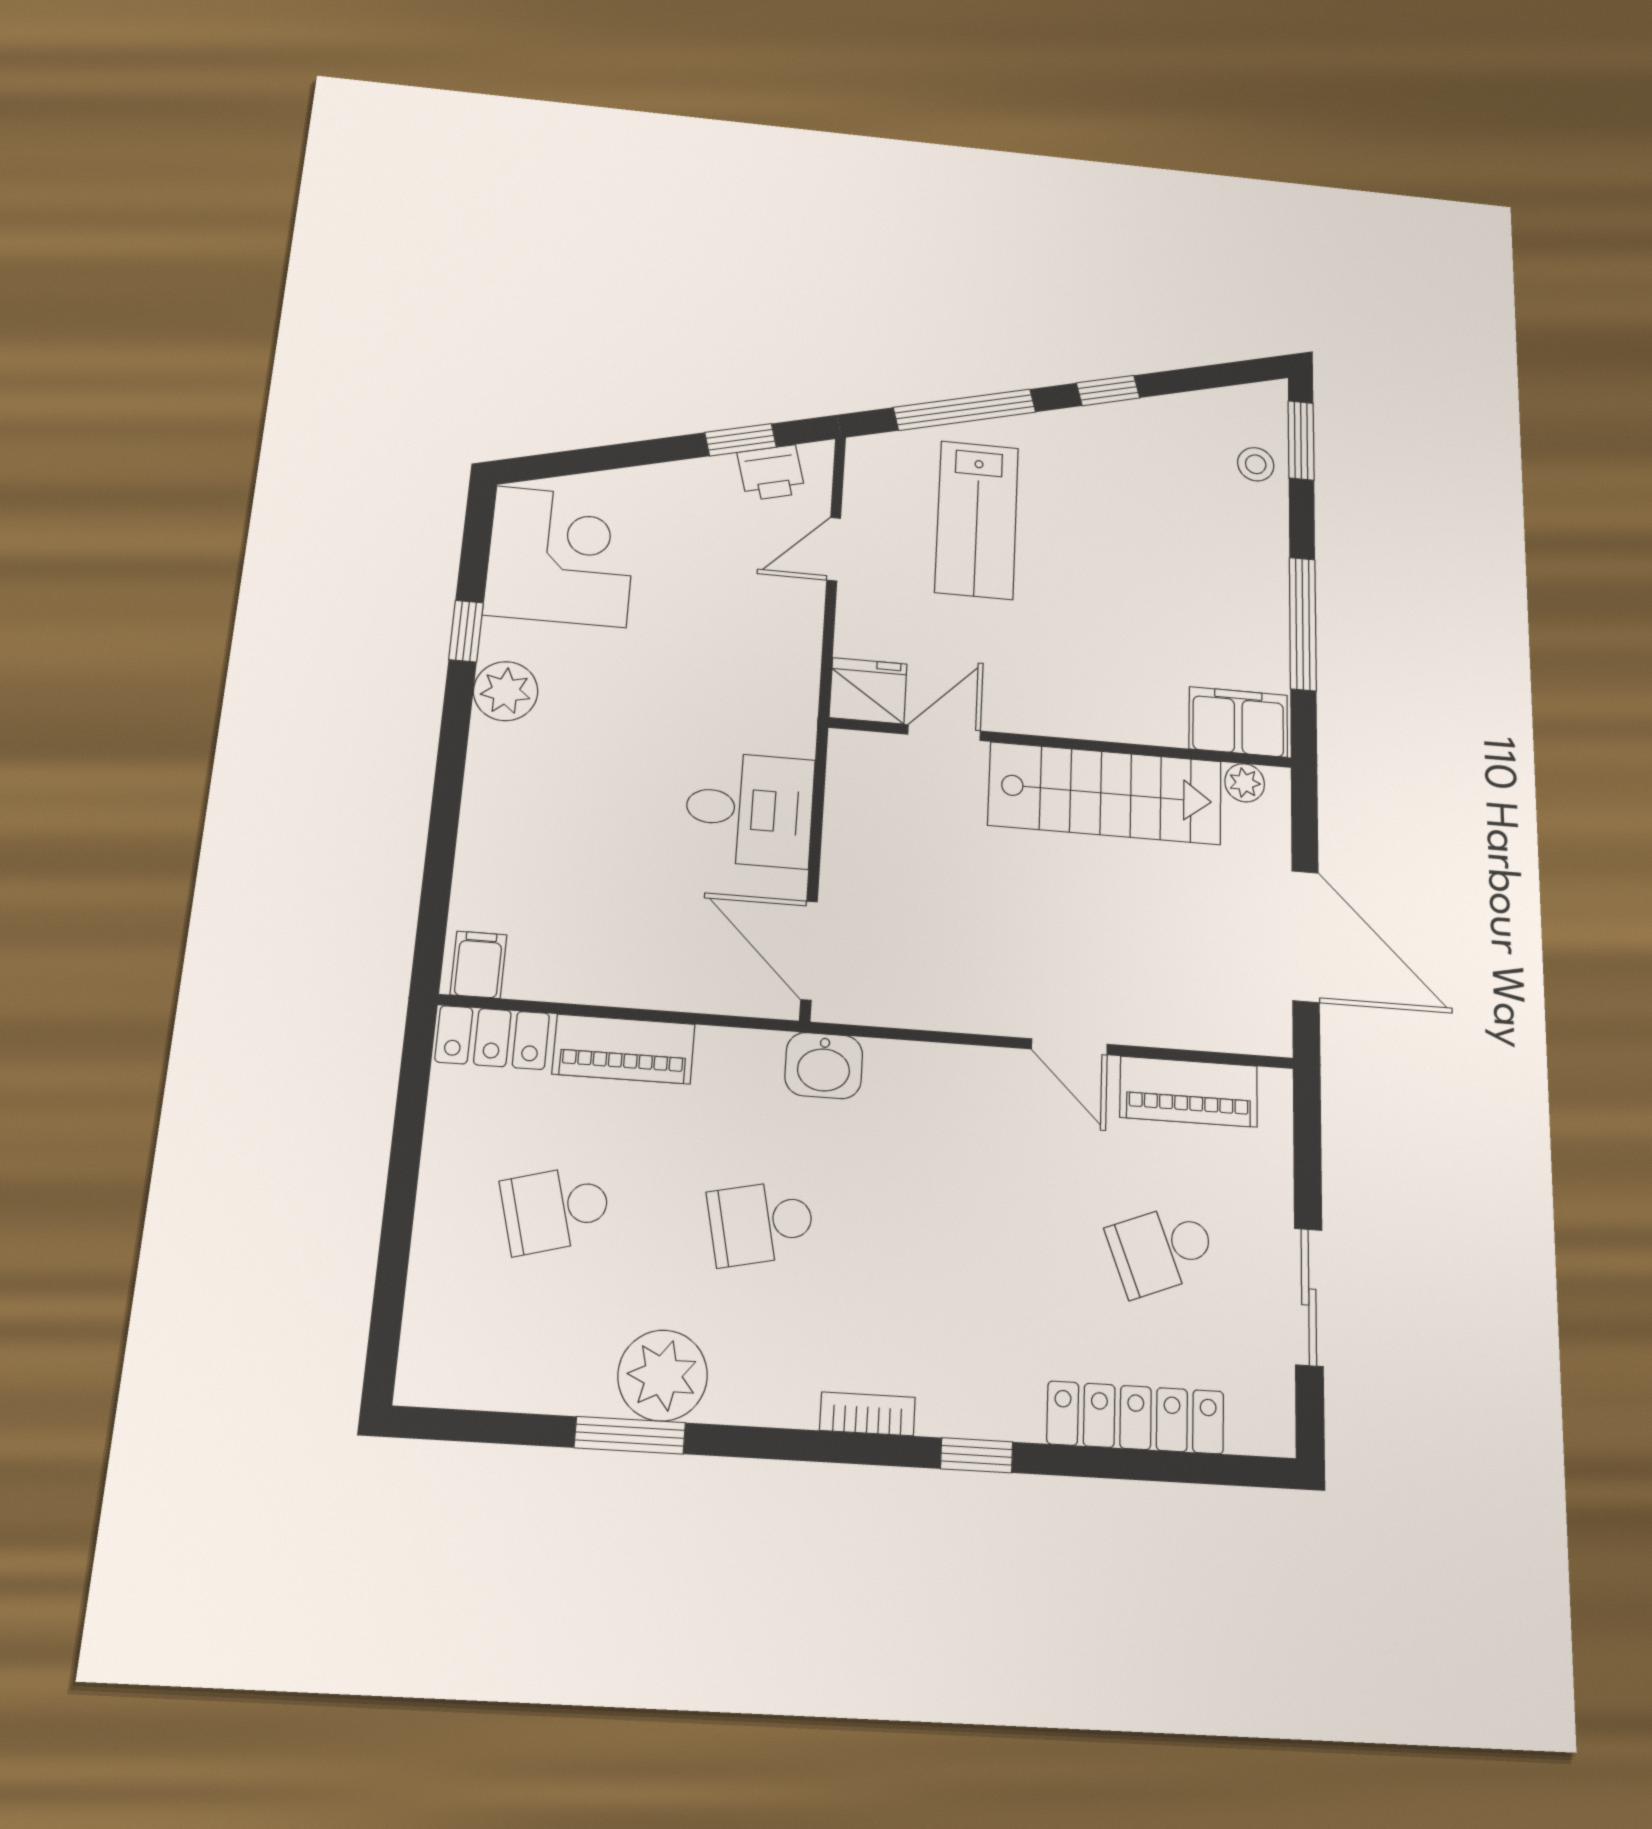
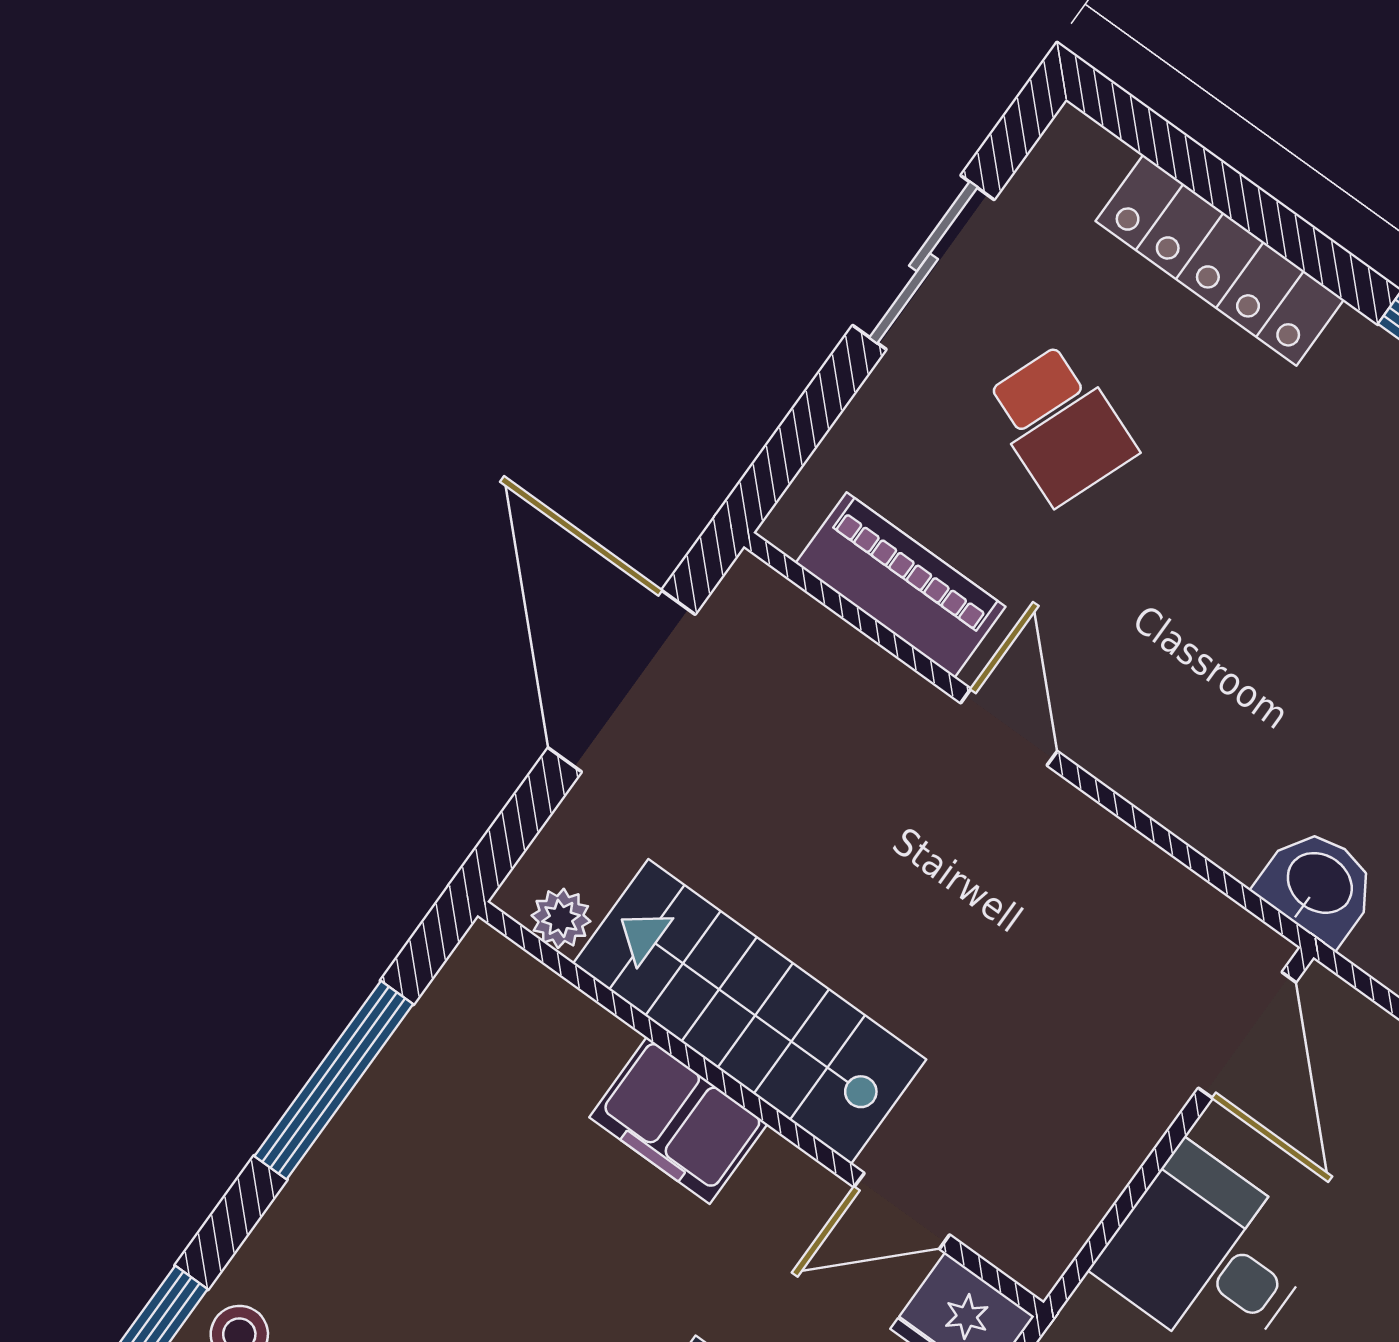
filing cabinet: (1238, 722) -> (678, 1121), moved
school desk: (1162, 1250) -> (1060, 425), turned 42

